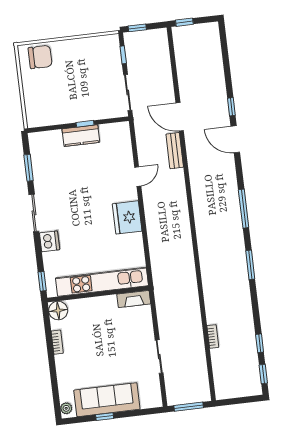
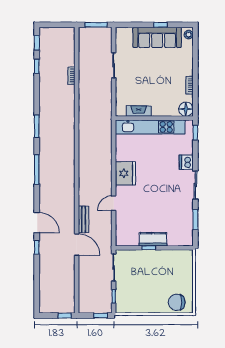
fireplace: (134, 299) -> (139, 111), moved

